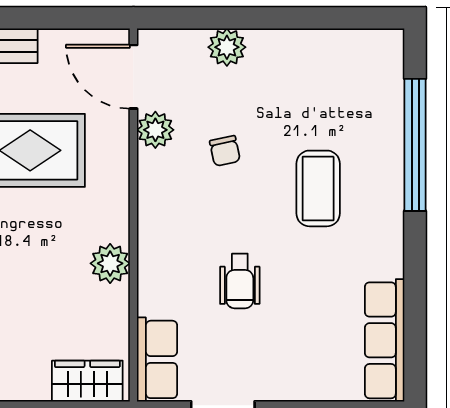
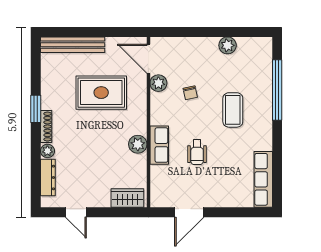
plant: (227, 47) -> (228, 45), moved
row of seats: (157, 359) -> (159, 145), moved

